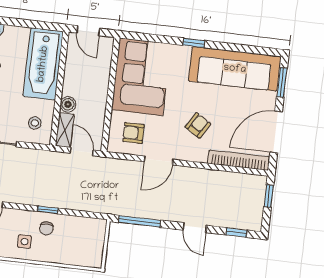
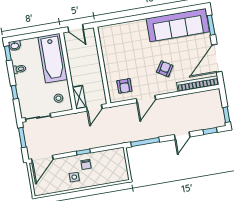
window: (194, 43) -> (146, 16), removed
corner sofa: (141, 77) -> (119, 48), removed
boiler: (68, 104) -> (76, 80), removed
armchair: (133, 133) -> (124, 86), turned -90
door: (82, 152) -> (94, 108), swing flipped
window: (269, 196) -> (226, 115), moved
door: (195, 228) -> (182, 136), hinge flipped

